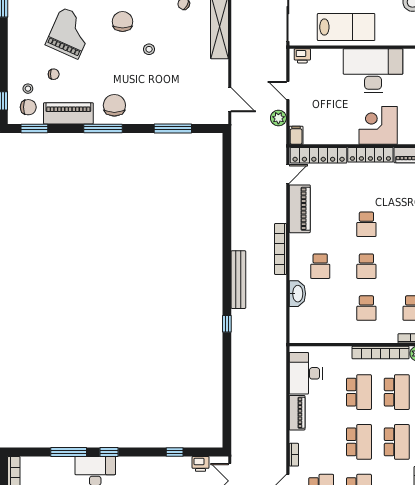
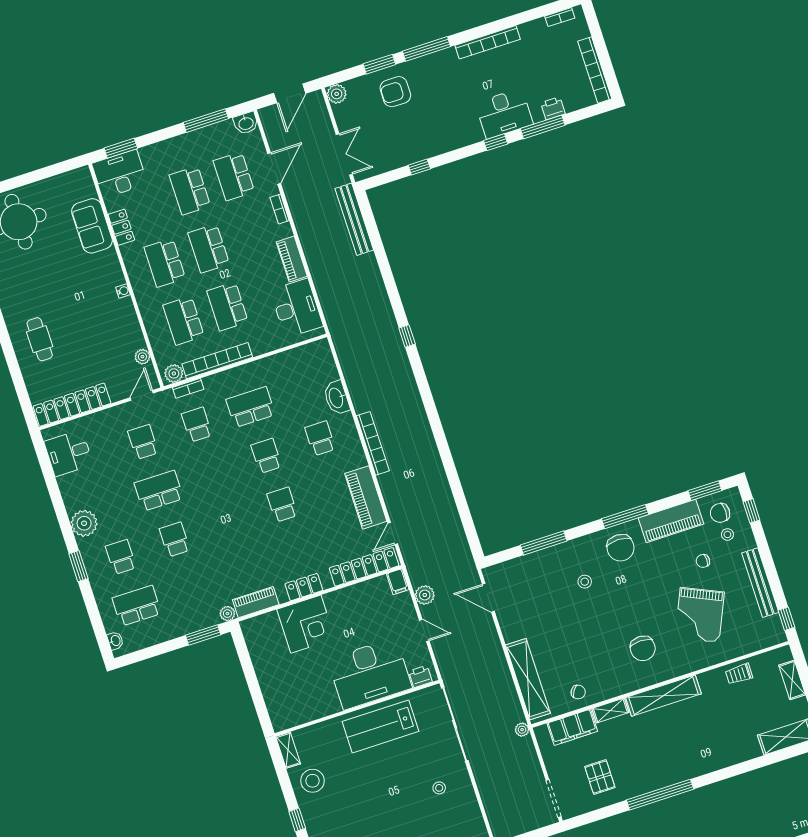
bench: (15, 43) -> (760, 583), added
stool: (149, 49) -> (585, 582), moved
desk: (373, 71) -> (370, 674), moved
locker: (370, 155) -> (304, 587), width x0.66
bench: (238, 280) -> (354, 219), moved
school desk: (366, 308) -> (251, 407), width x1.85
printer: (201, 464) -> (553, 108), moved

